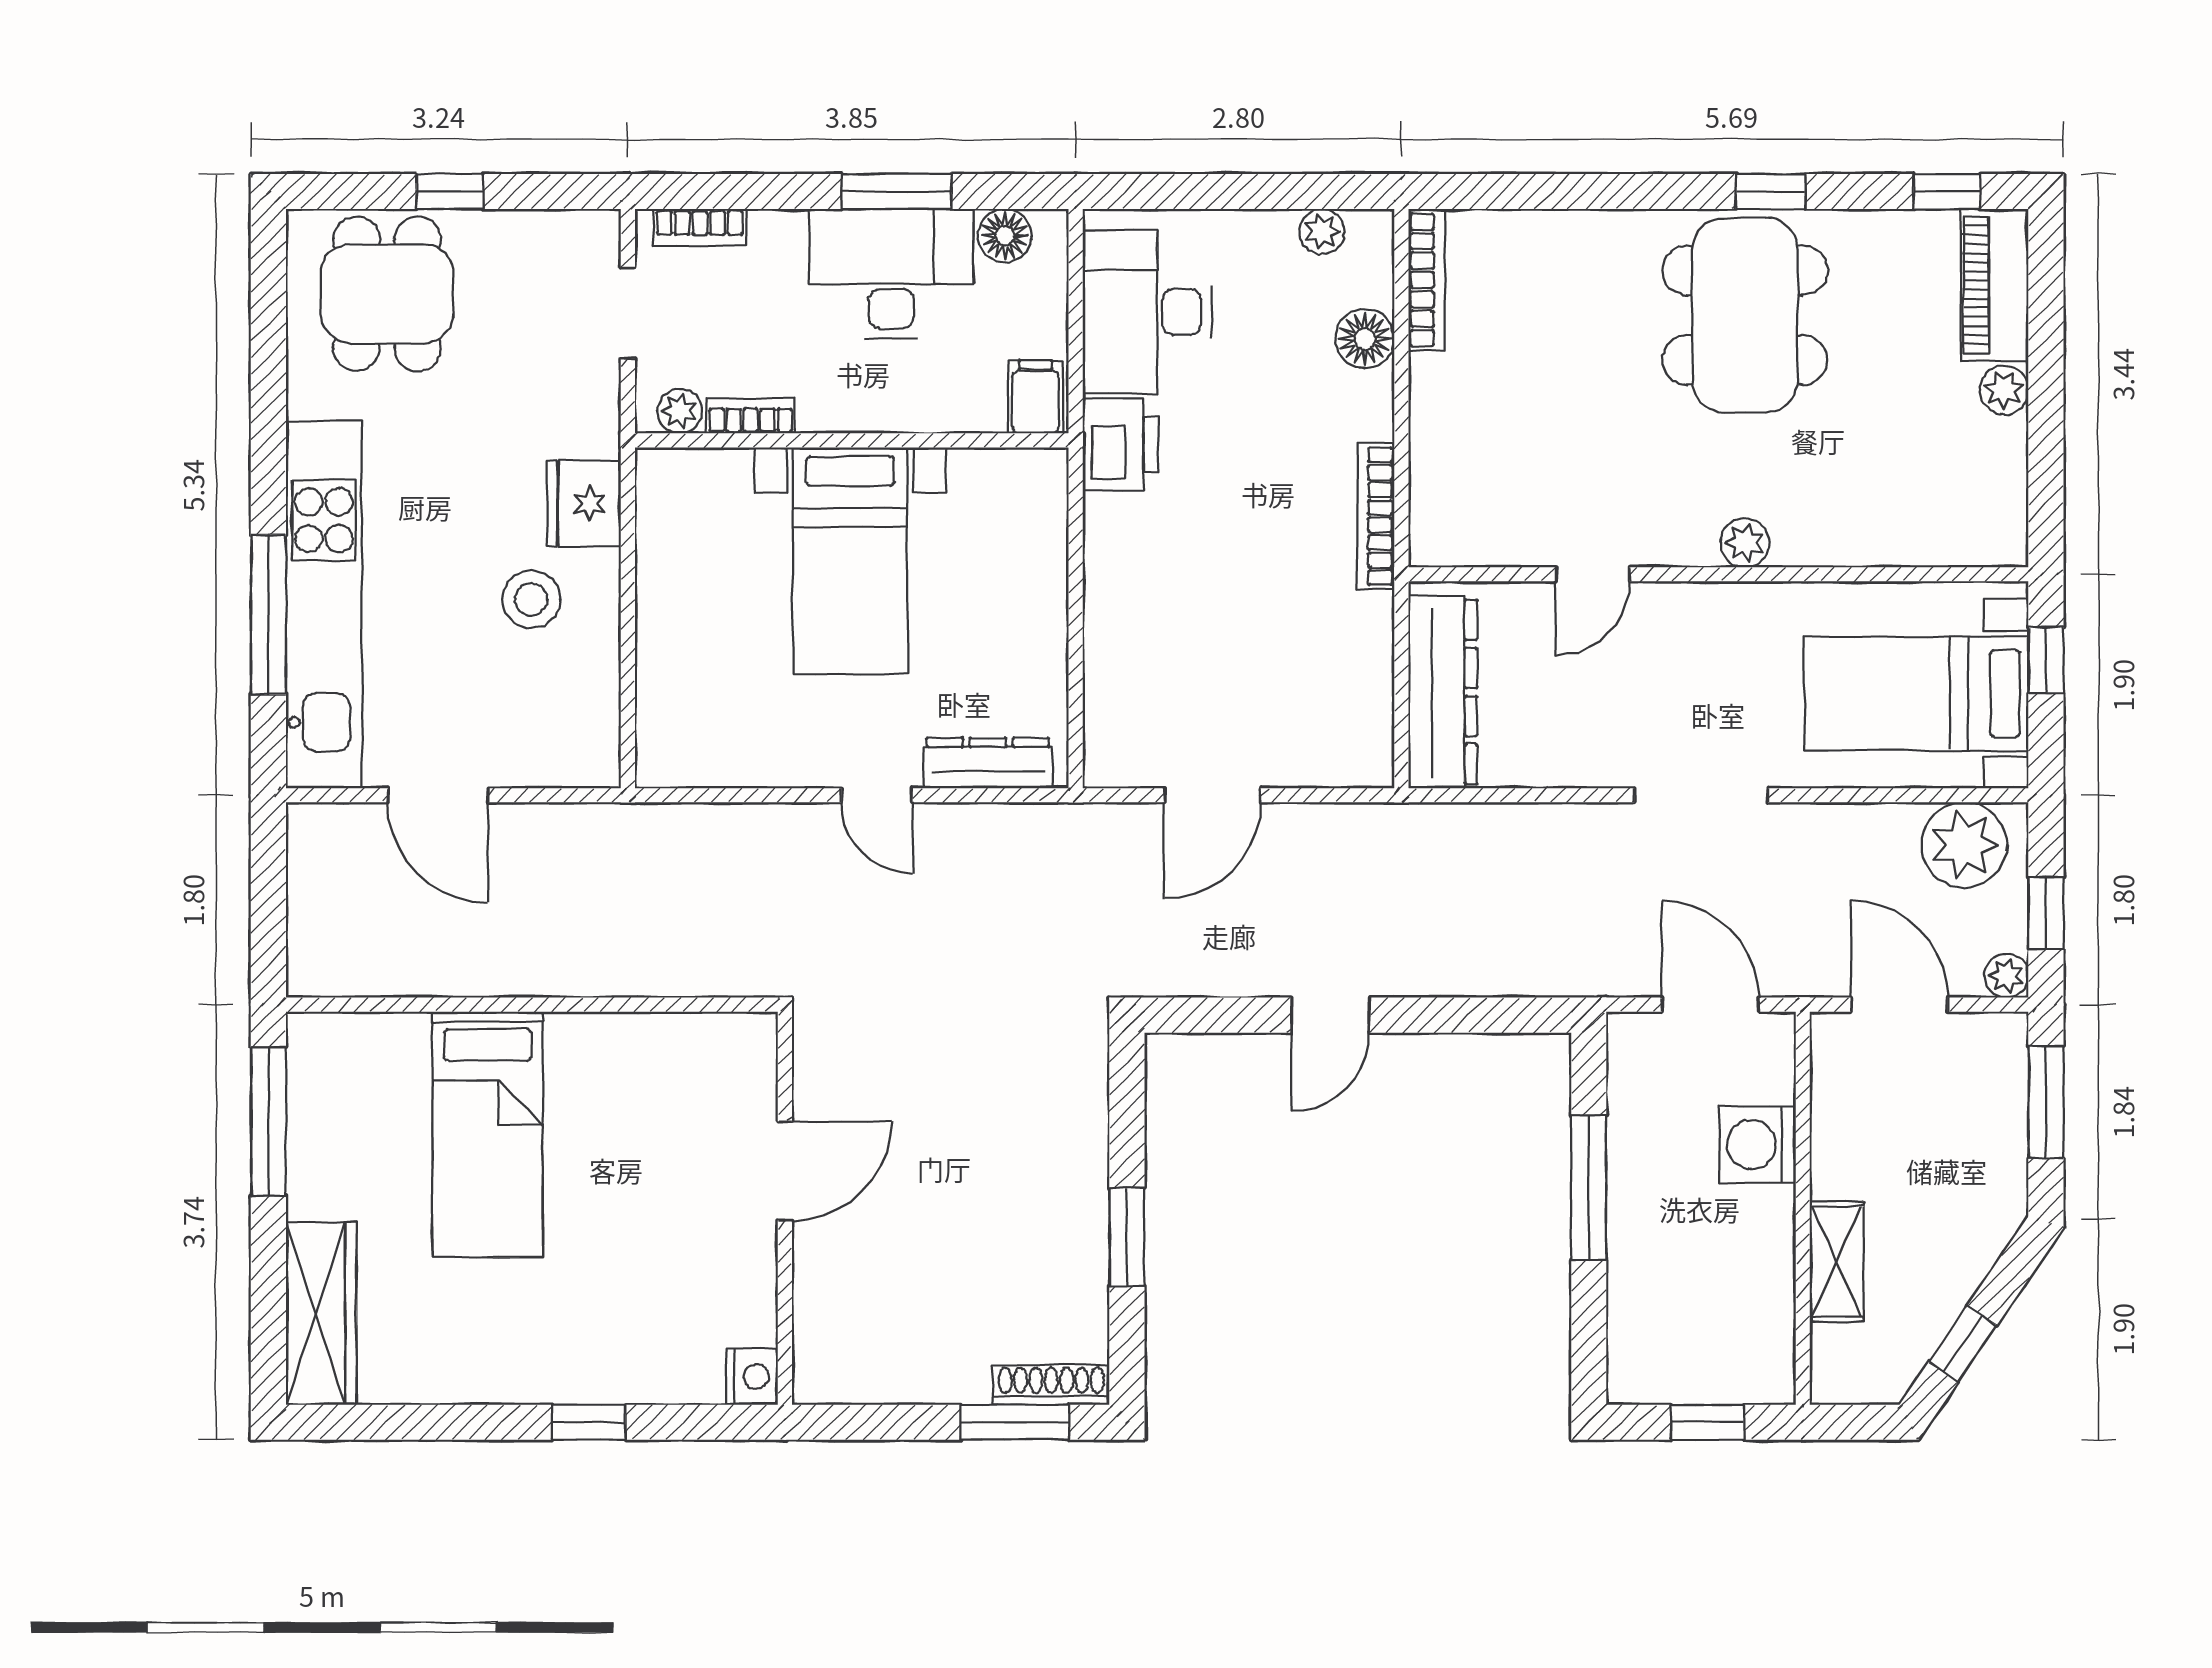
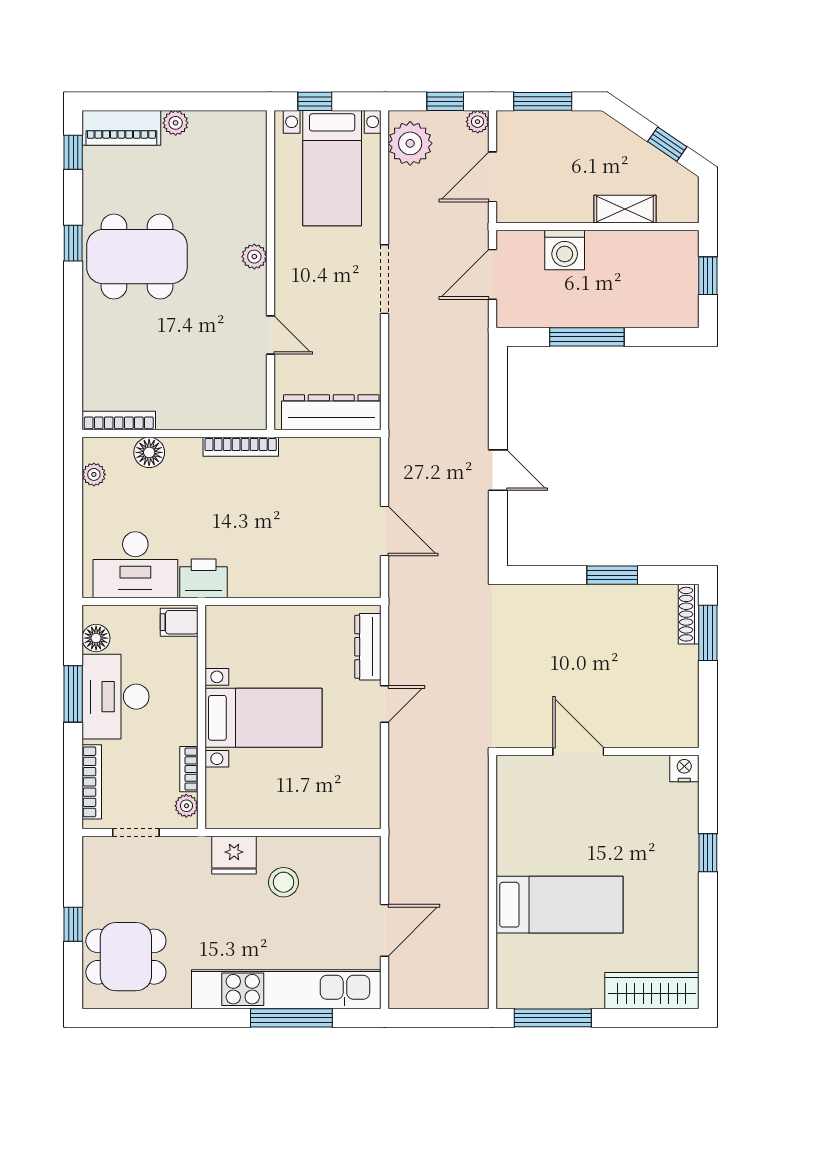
bookcase: (700, 227) -> (92, 782), width x1.56

